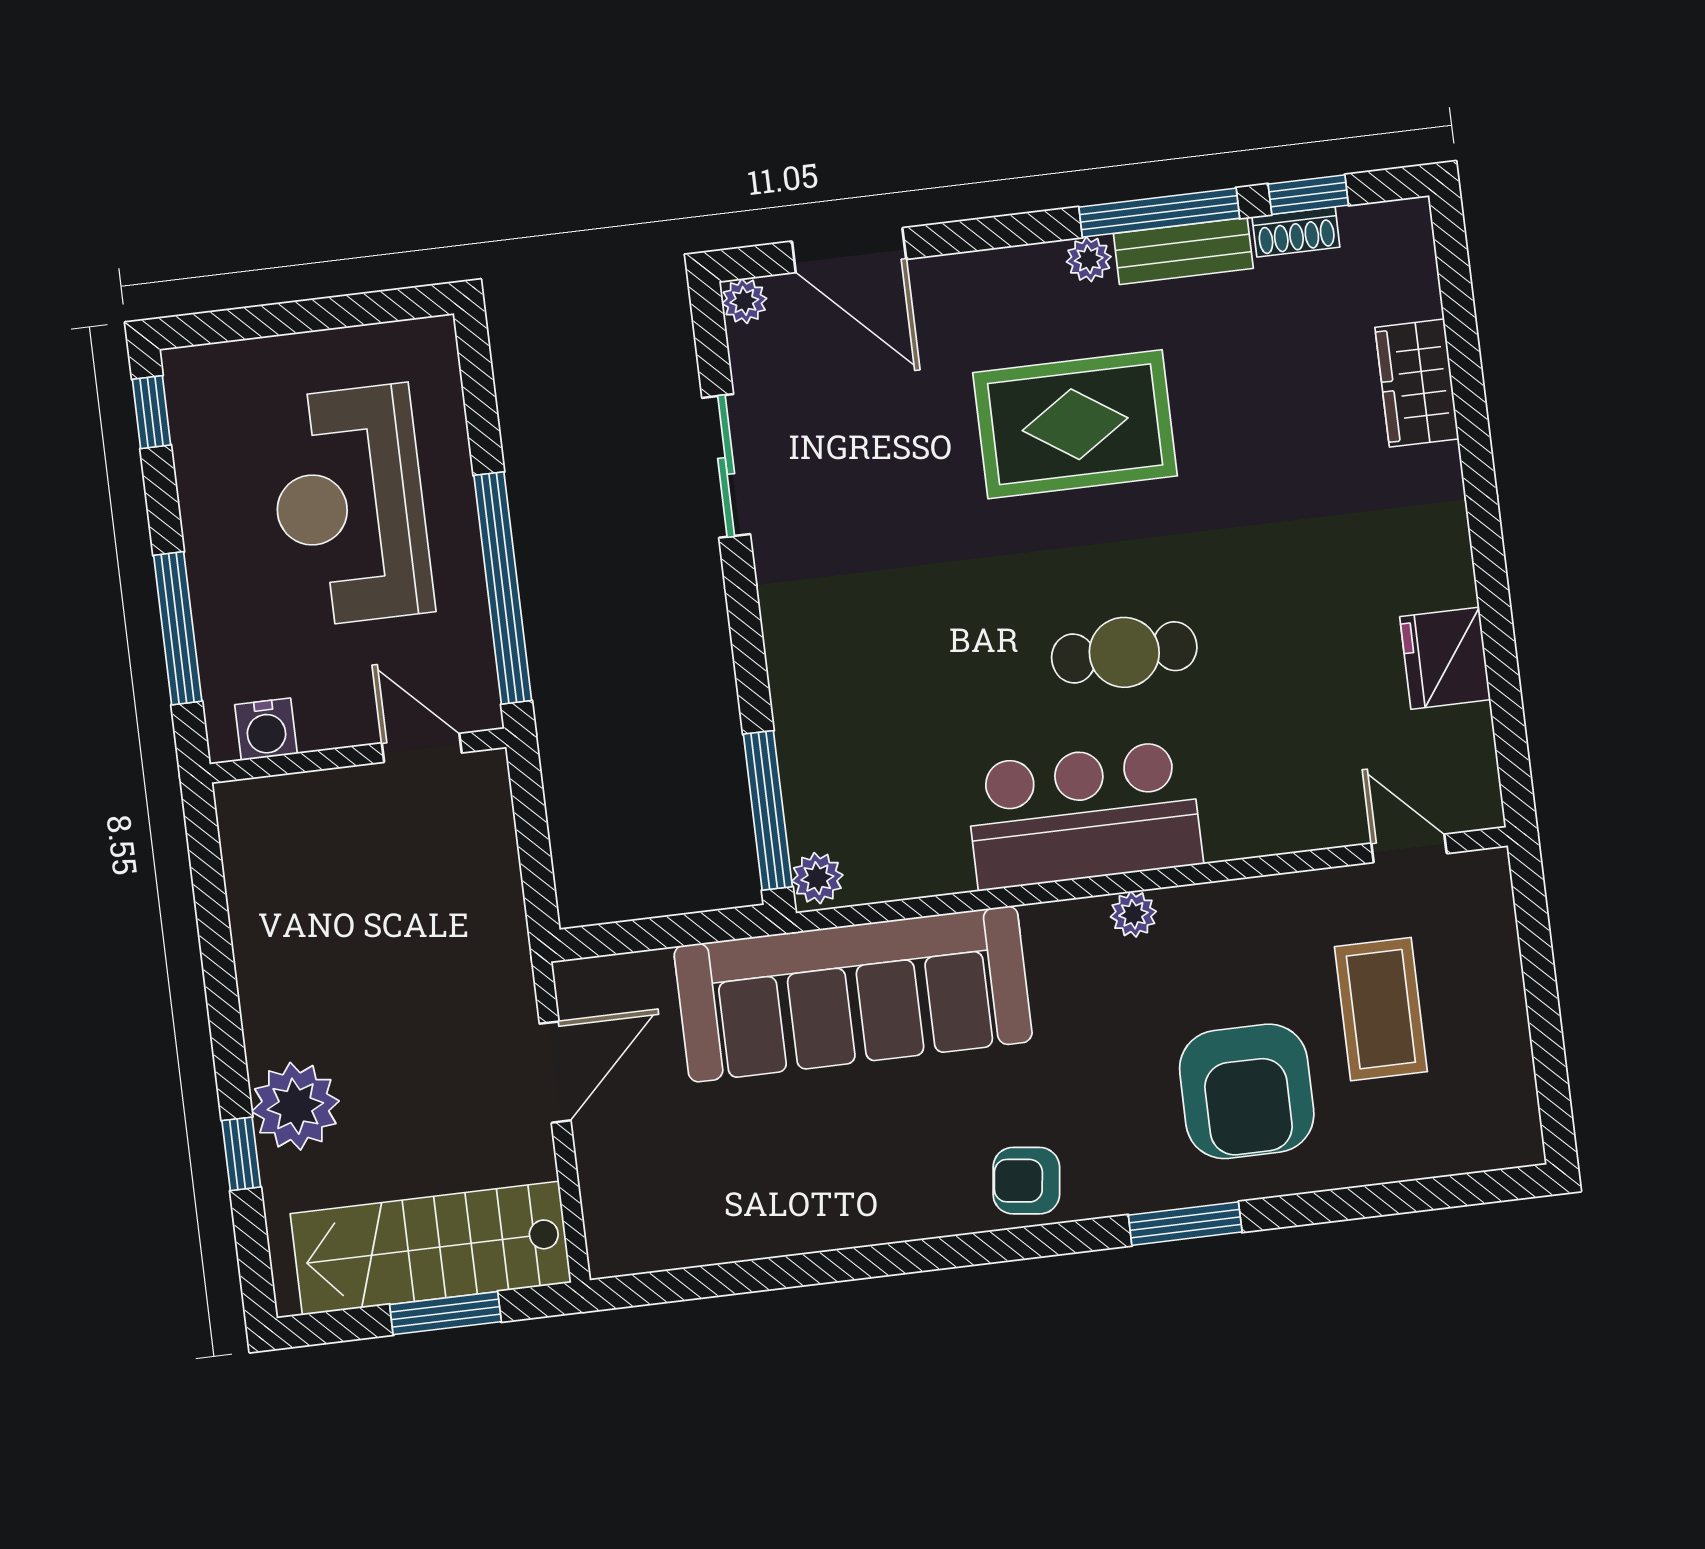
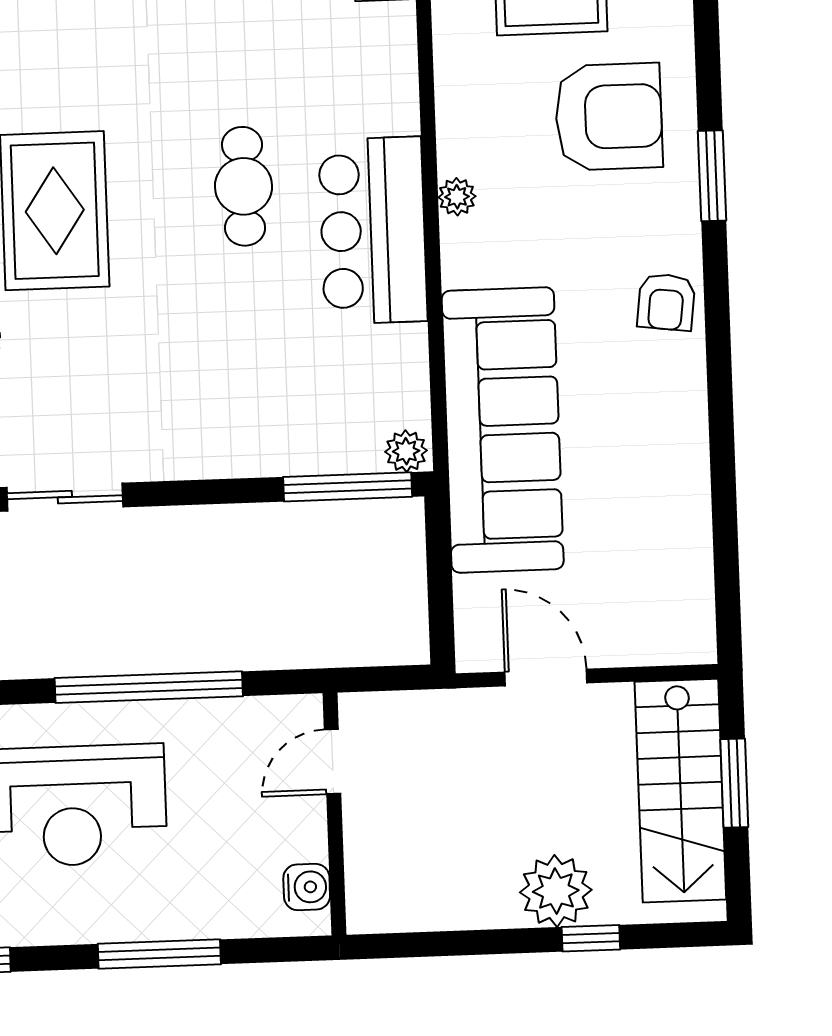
water cooler: (266, 729) -> (307, 887), moved
door: (422, 748) -> (333, 762), moved
wall: (358, 756) -> (334, 814), moved

